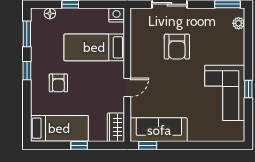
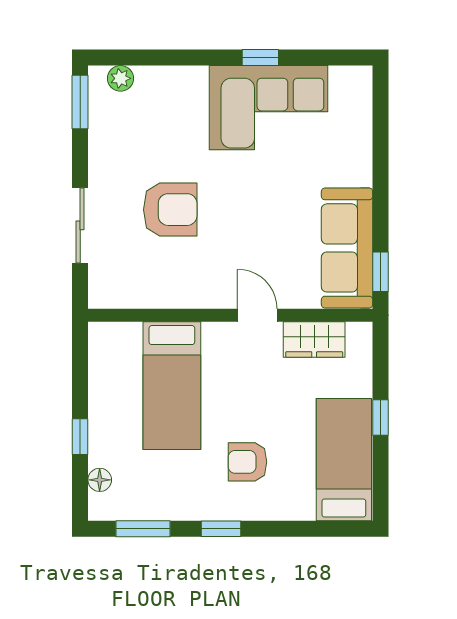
nightstand: (117, 15) -> (103, 338), removed
armchair: (58, 83) -> (247, 462), turned 180
wardrobe: (116, 127) -> (314, 339), moved

